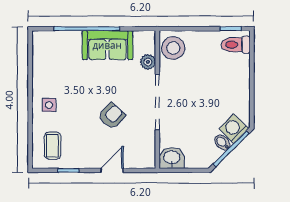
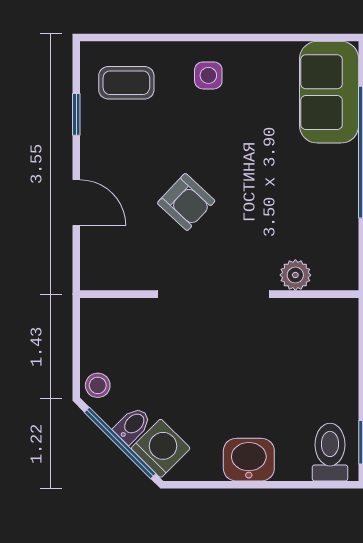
sofa: (107, 45) -> (329, 92), moved
stool: (173, 48) -> (98, 385), moved, width x0.53, depth x0.53
washbasin: (172, 158) -> (249, 460), moved, turned -90

